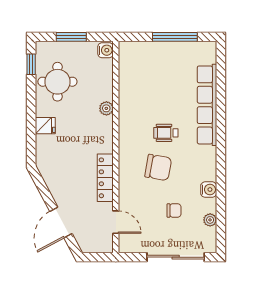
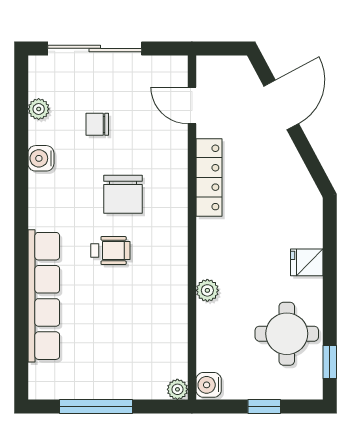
window: (71, 37) -> (264, 407), width x0.67
plant: (125, 47) -> (177, 389), added
chair: (158, 167) -> (123, 194), turned -100

